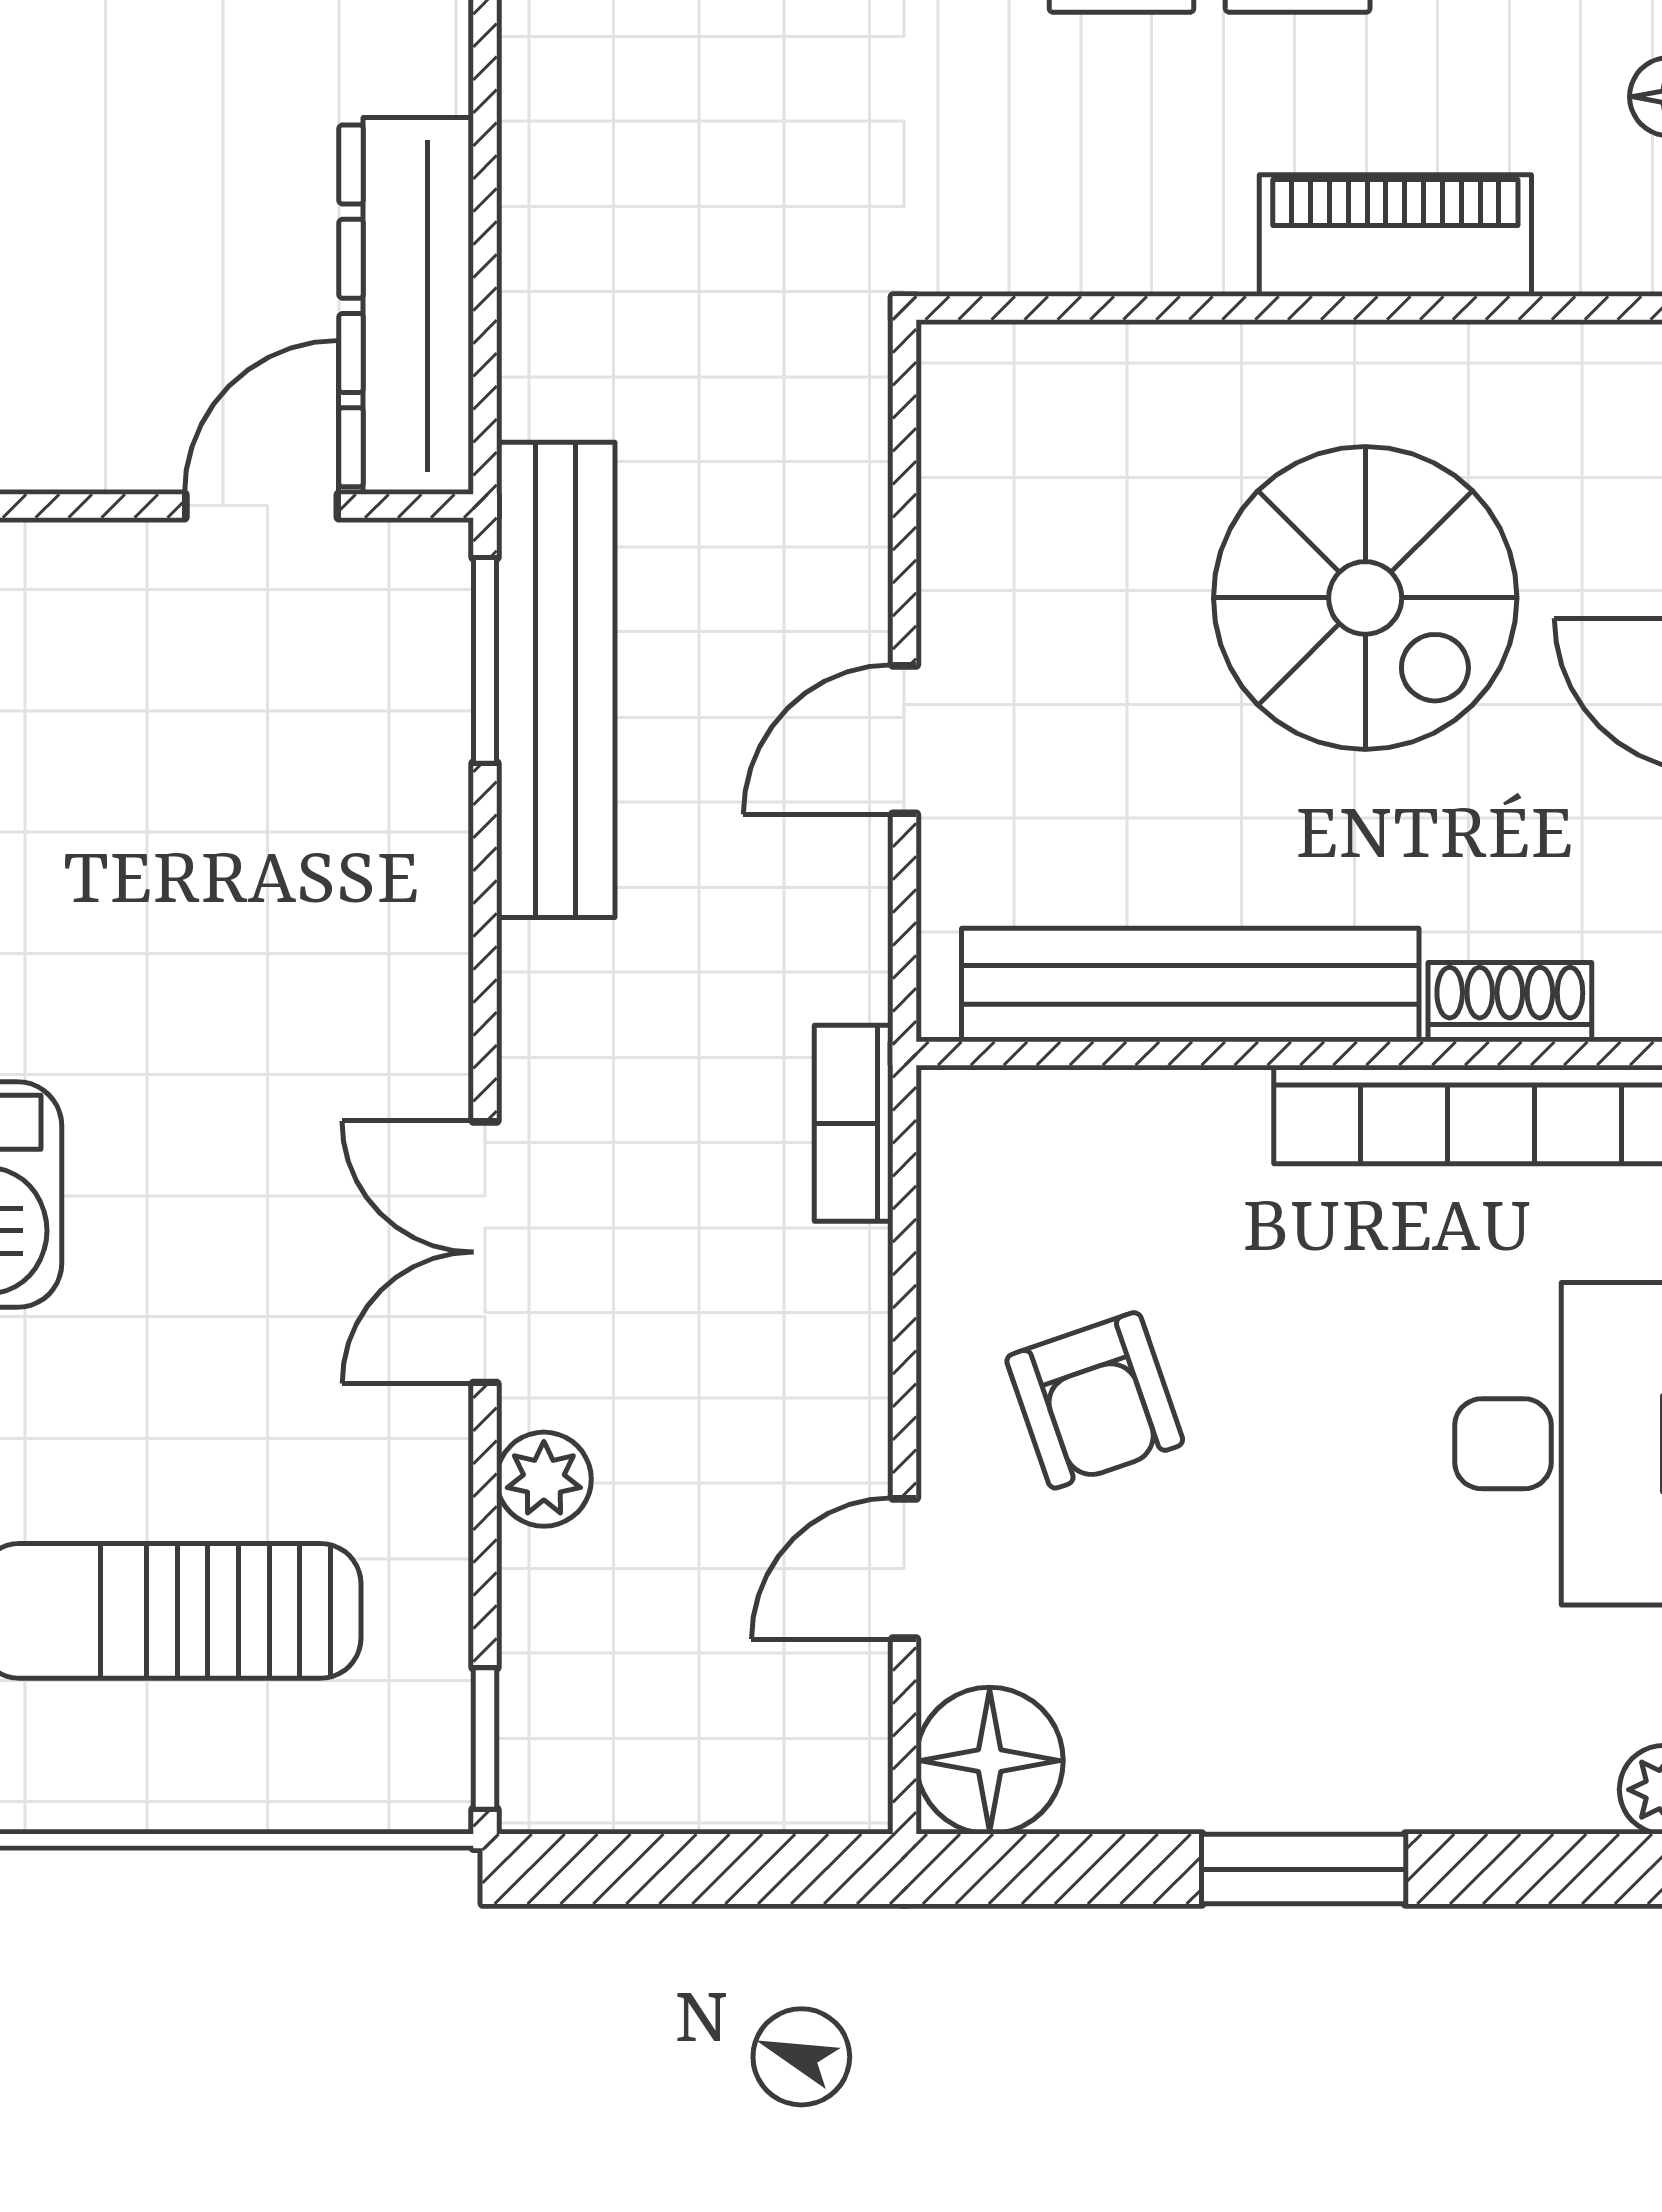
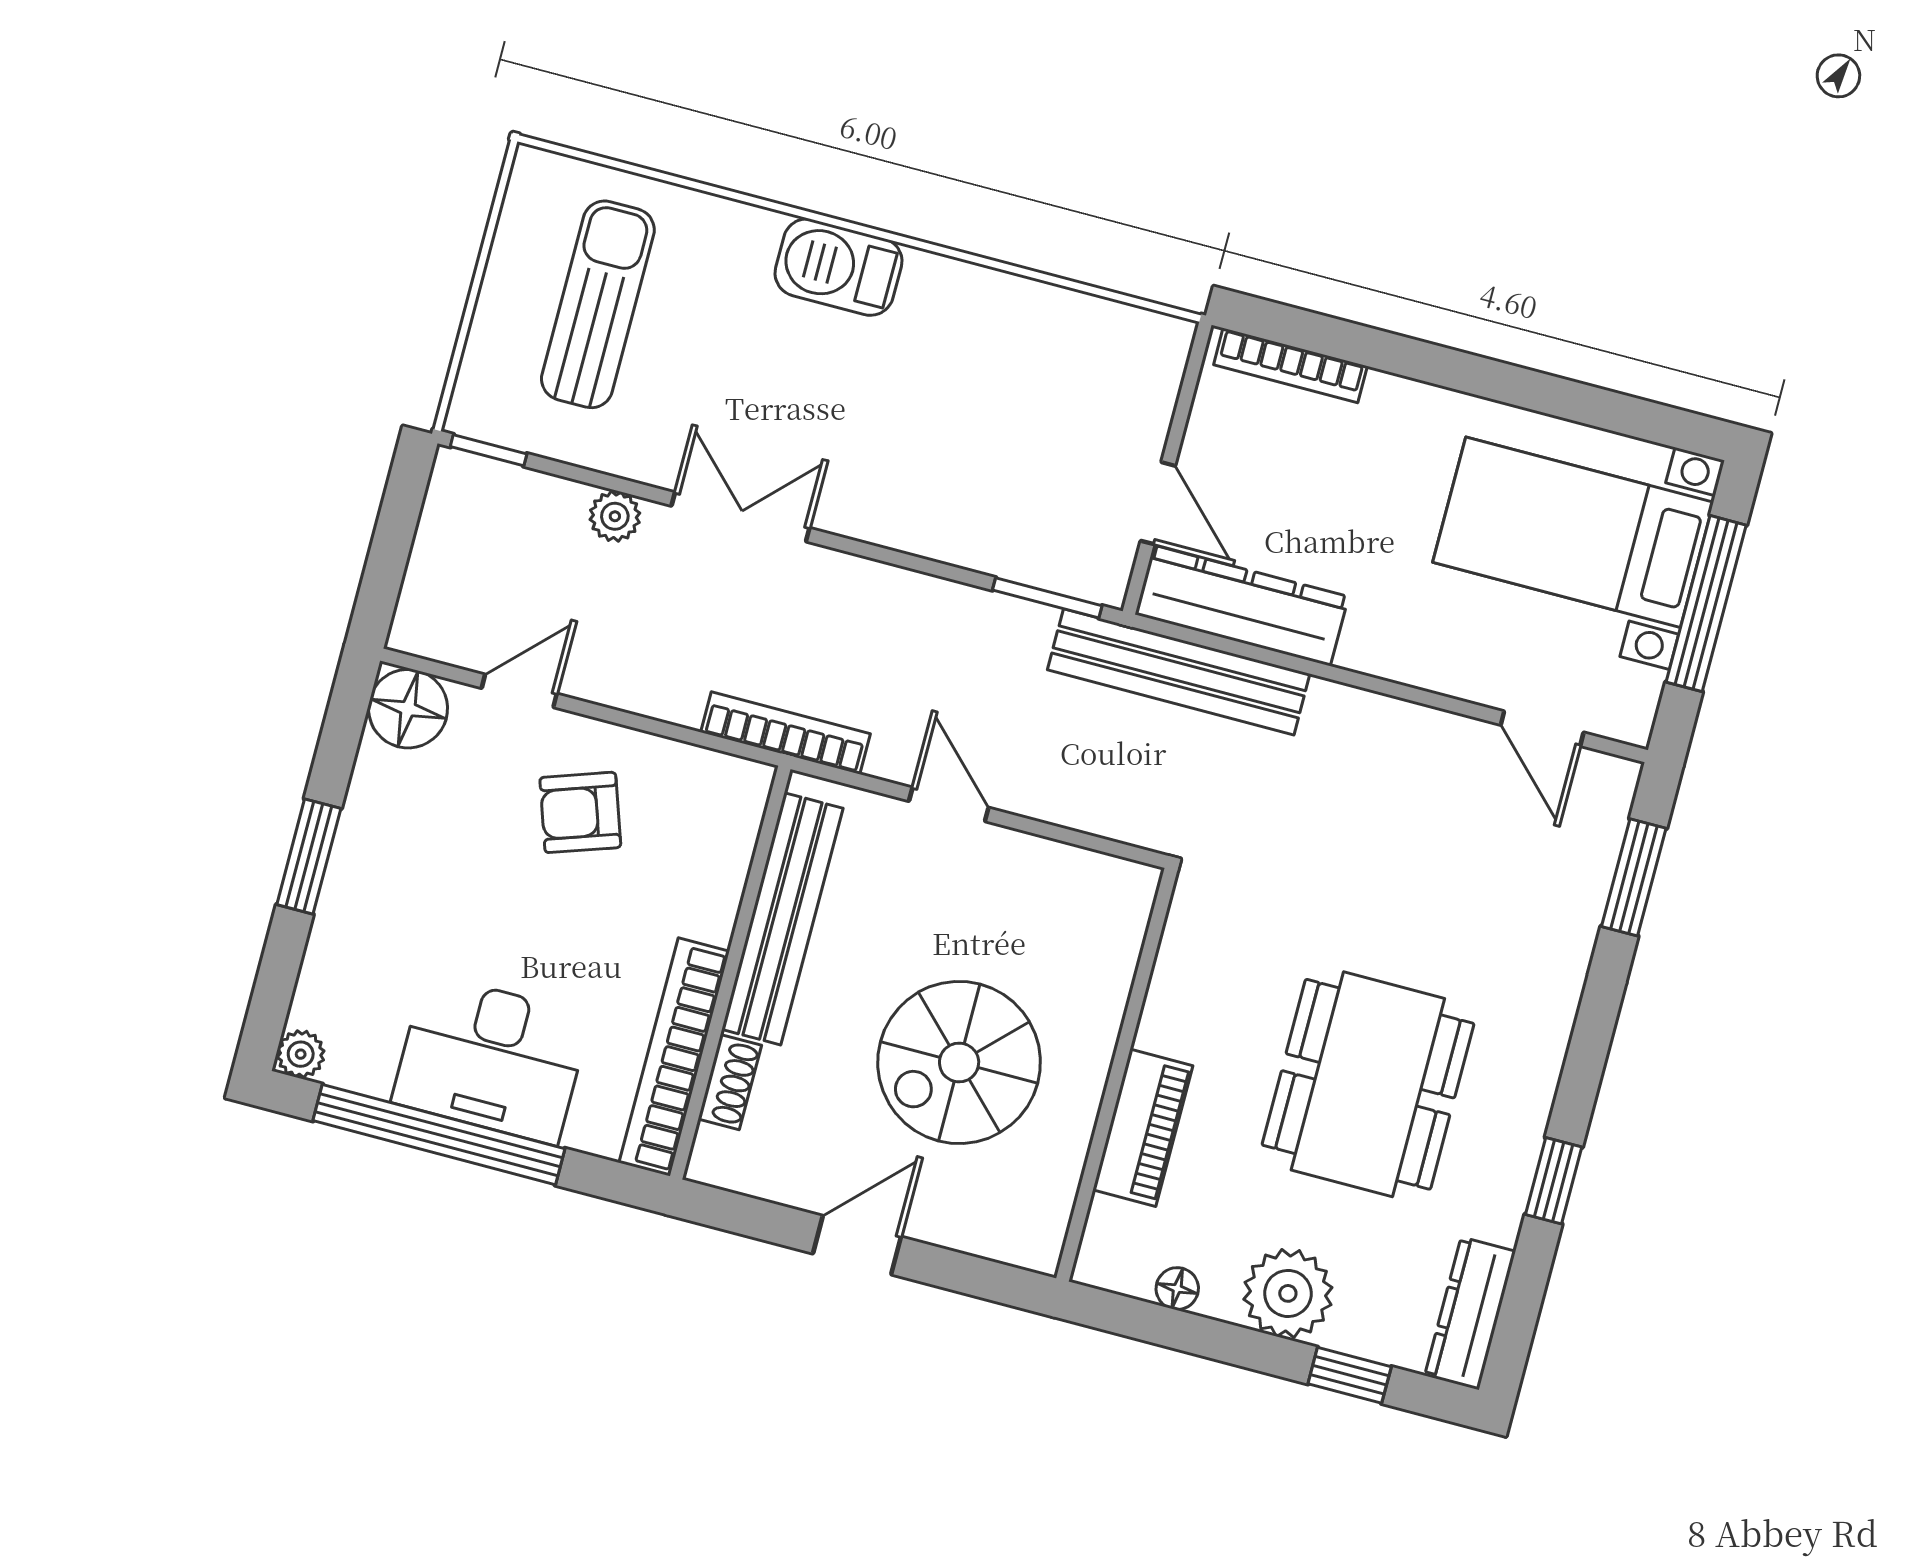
bench: (556, 680) -> (1179, 672), moved
bookcase: (854, 1123) -> (786, 733), width x1.56
door: (904, 1568) -> (519, 691), hinge flipped

